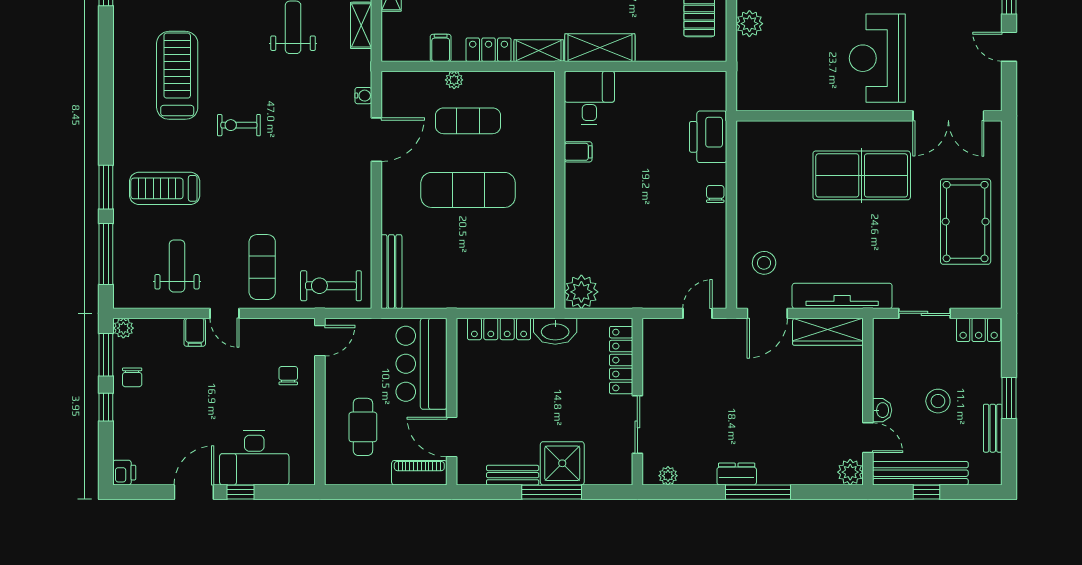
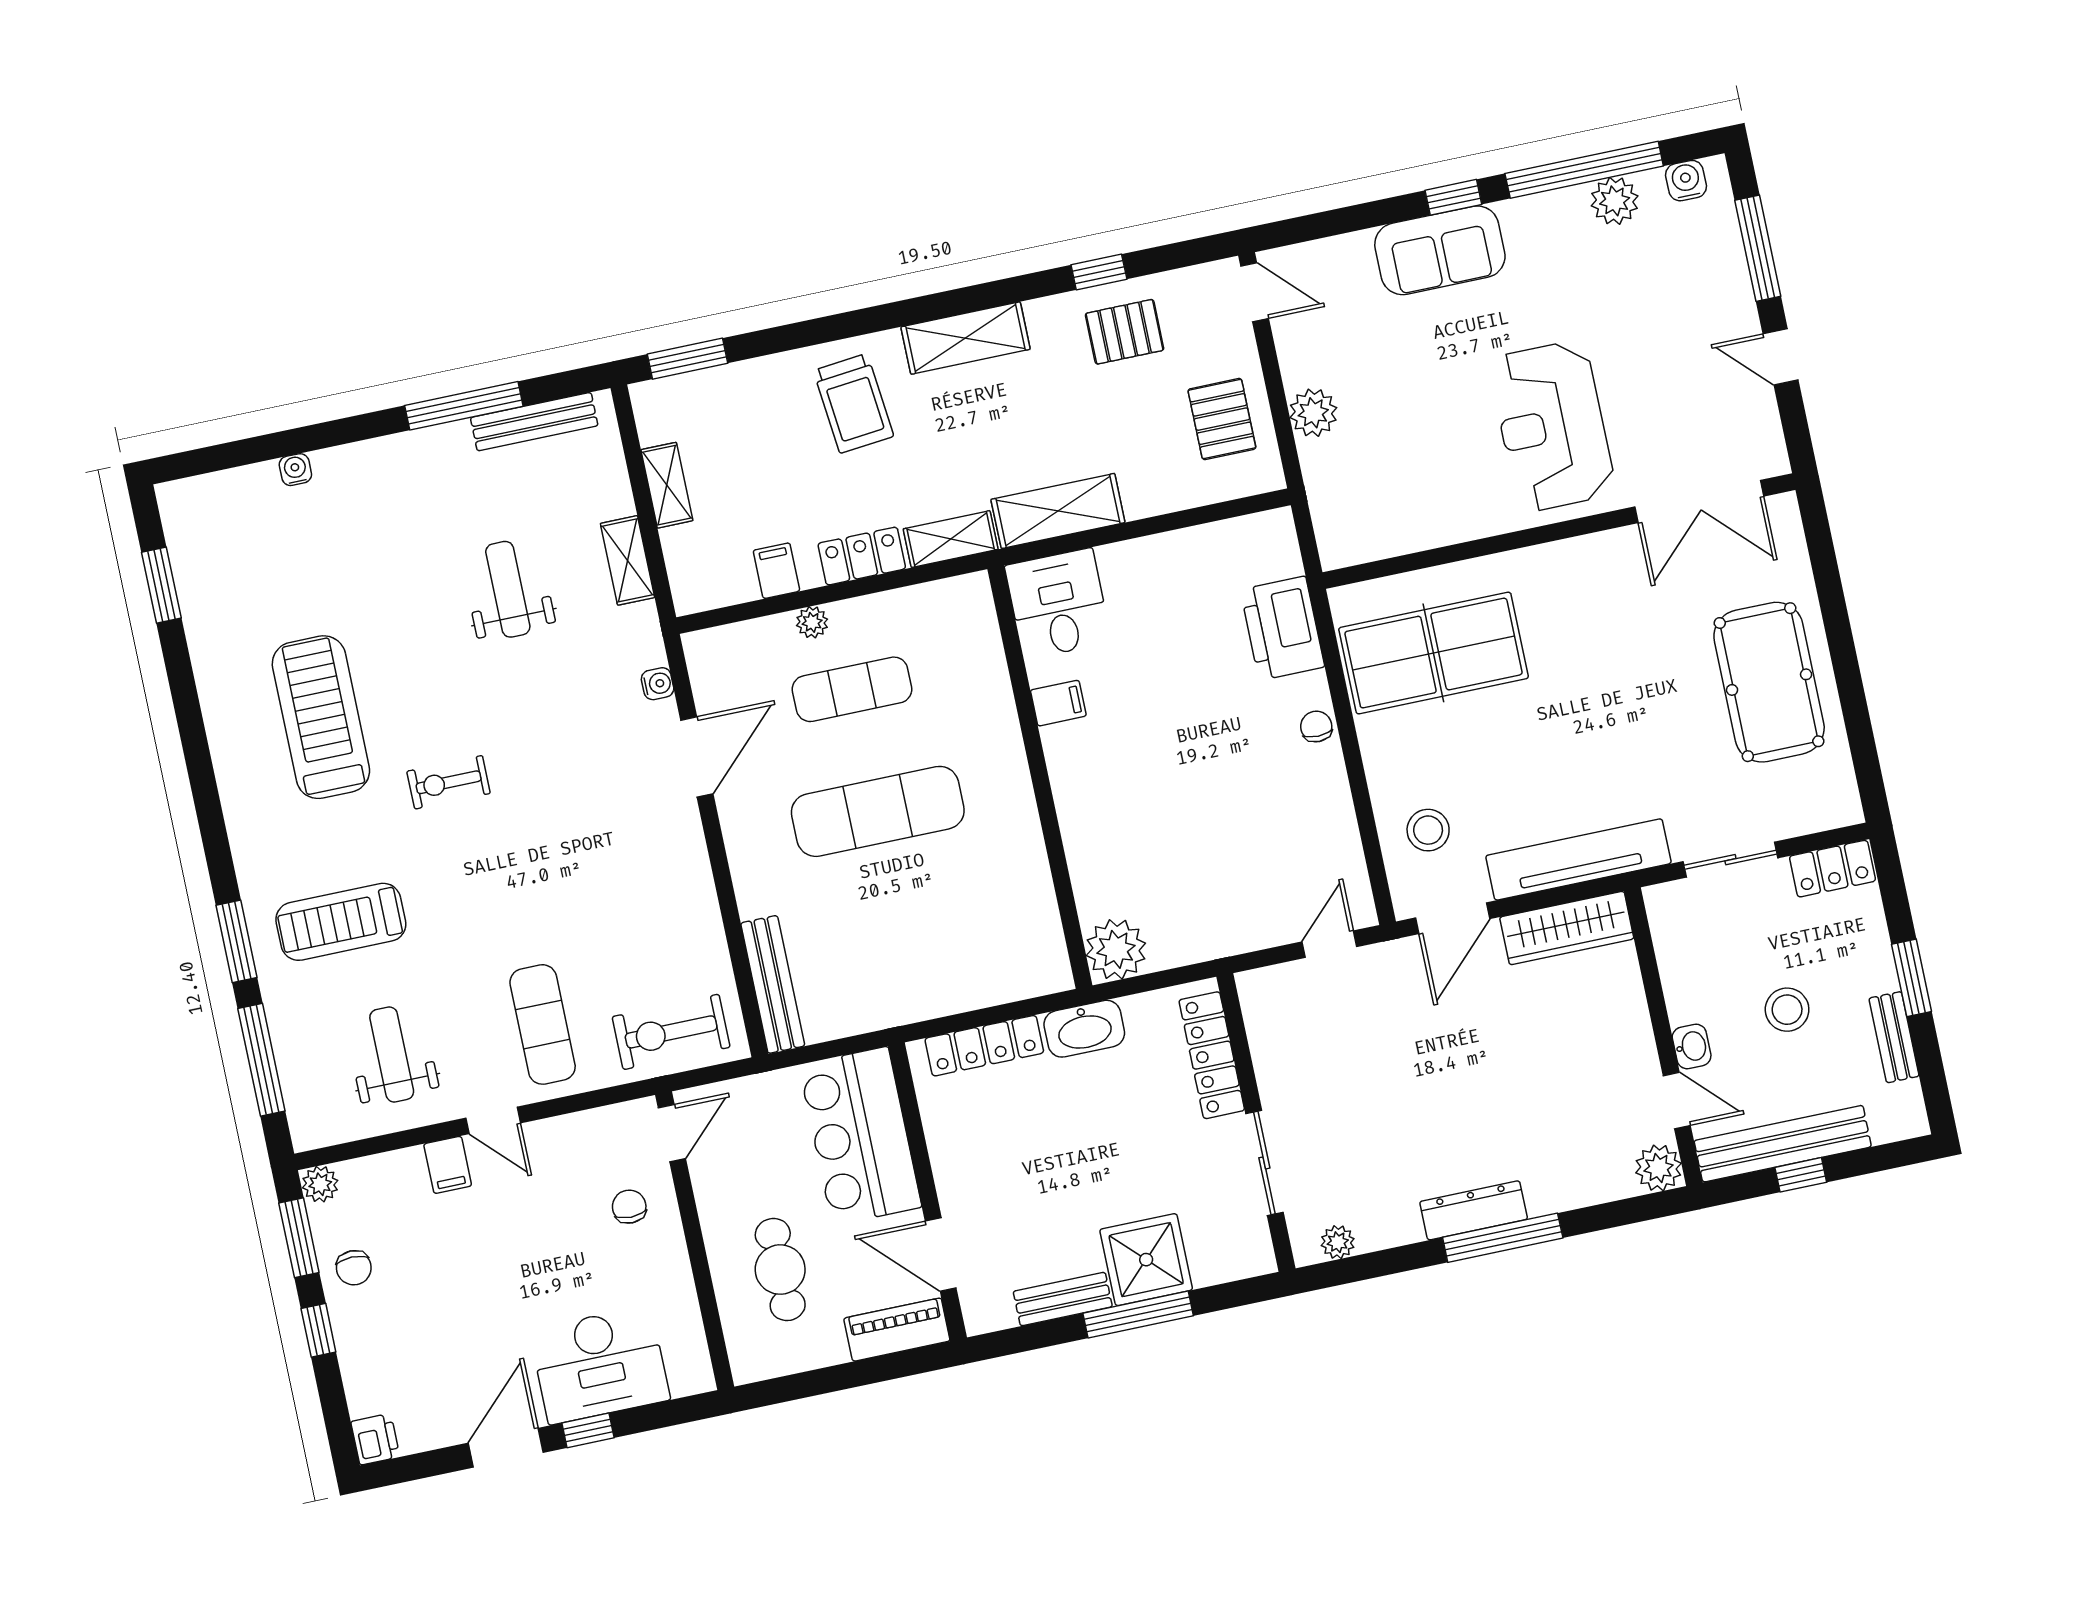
table tennis table: (862, 175) -> (1434, 653), moved
dresser: (737, 474) -> (1474, 1210), width x1.44

